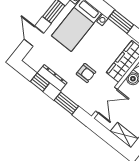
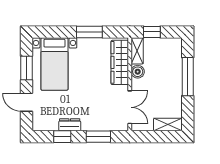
armchair: (86, 73) -> (95, 98), removed
dresser: (52, 78) -> (70, 125), width x0.70

